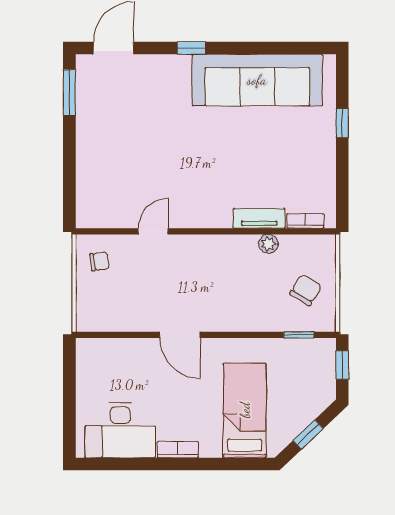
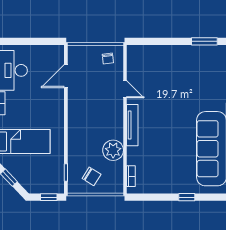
tv unit: (259, 218) -> (132, 125), moved, width x1.41
plant: (268, 244) -> (113, 150), width x1.88, depth x1.88
door: (180, 335) -> (66, 76), moved

